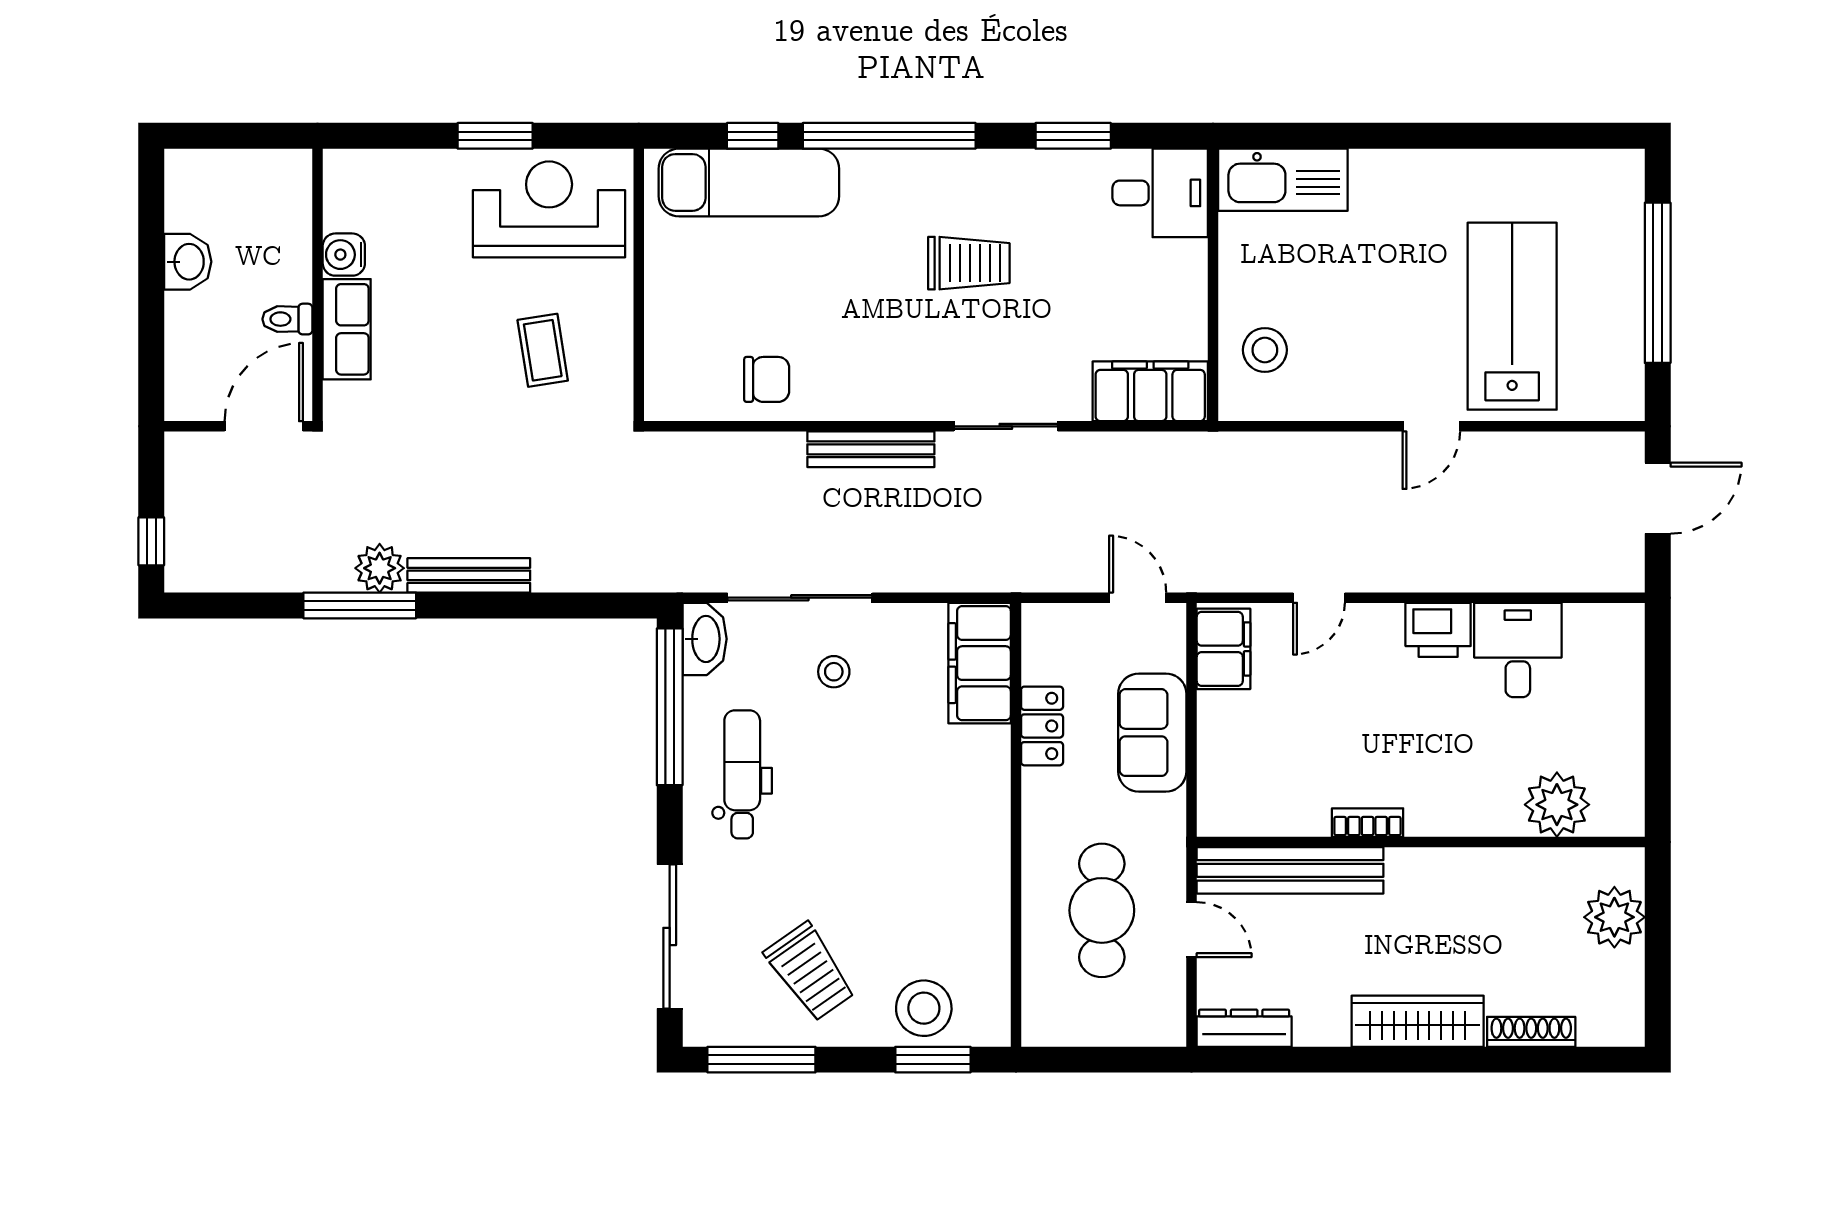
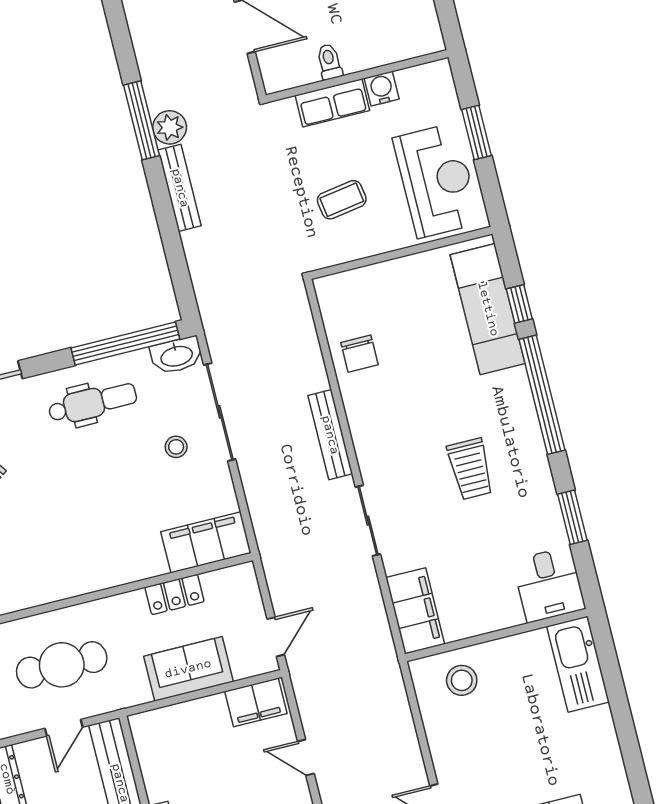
water cooler: (344, 255) -> (382, 89), moved
wall: (318, 285) -> (357, 76), moved
toilet: (287, 319) -> (329, 62), moved
row of seats: (347, 329) -> (332, 103), moved

